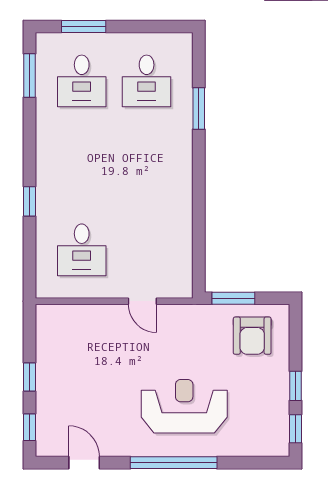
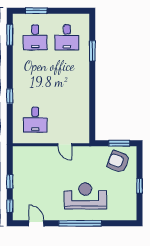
window: (233, 298) -> (119, 143), moved
armchair: (252, 336) -> (118, 161), turned 112
window: (296, 429) -> (140, 207), removed

